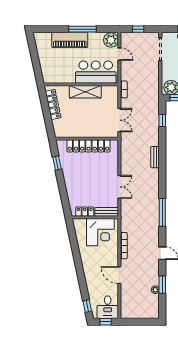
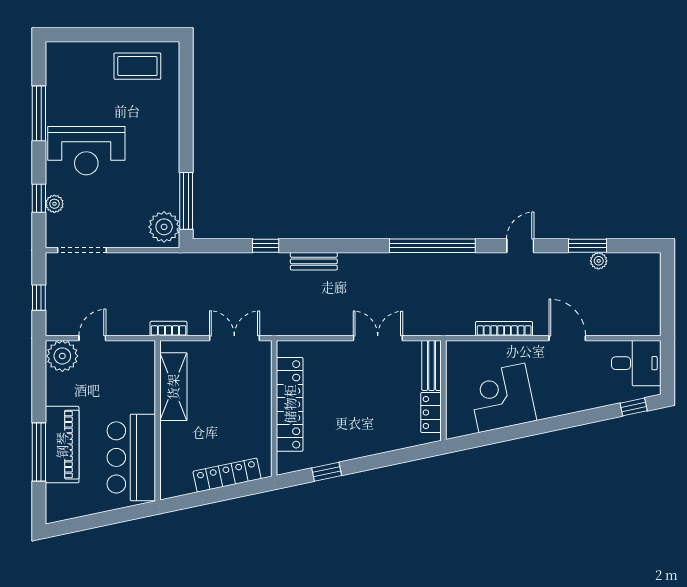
window: (83, 29) -> (39, 452), moved
bar counter: (96, 72) -> (131, 457), moved
shelving: (85, 92) -> (173, 387), moved
locker: (53, 105) -> (227, 475), moved
window: (162, 121) -> (266, 246), moved
window: (162, 212) -> (432, 246), width x1.46
corner desk: (100, 232) -> (502, 398), moved, turned -102
door: (119, 275) -> (567, 338), swing flipped
window: (106, 322) -> (668, 368), removed

